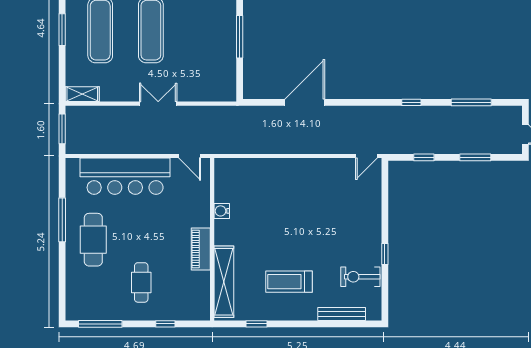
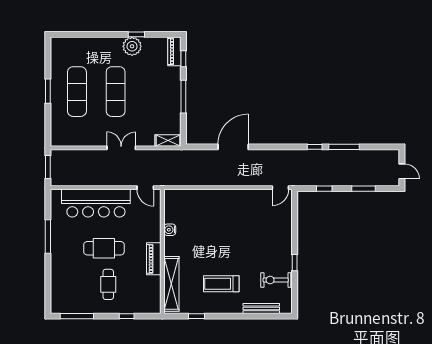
shelving: (82, 94) -> (168, 140), moved
window: (471, 102) -> (344, 147), moved
cafe table: (93, 240) -> (104, 248), moved, turned 90

